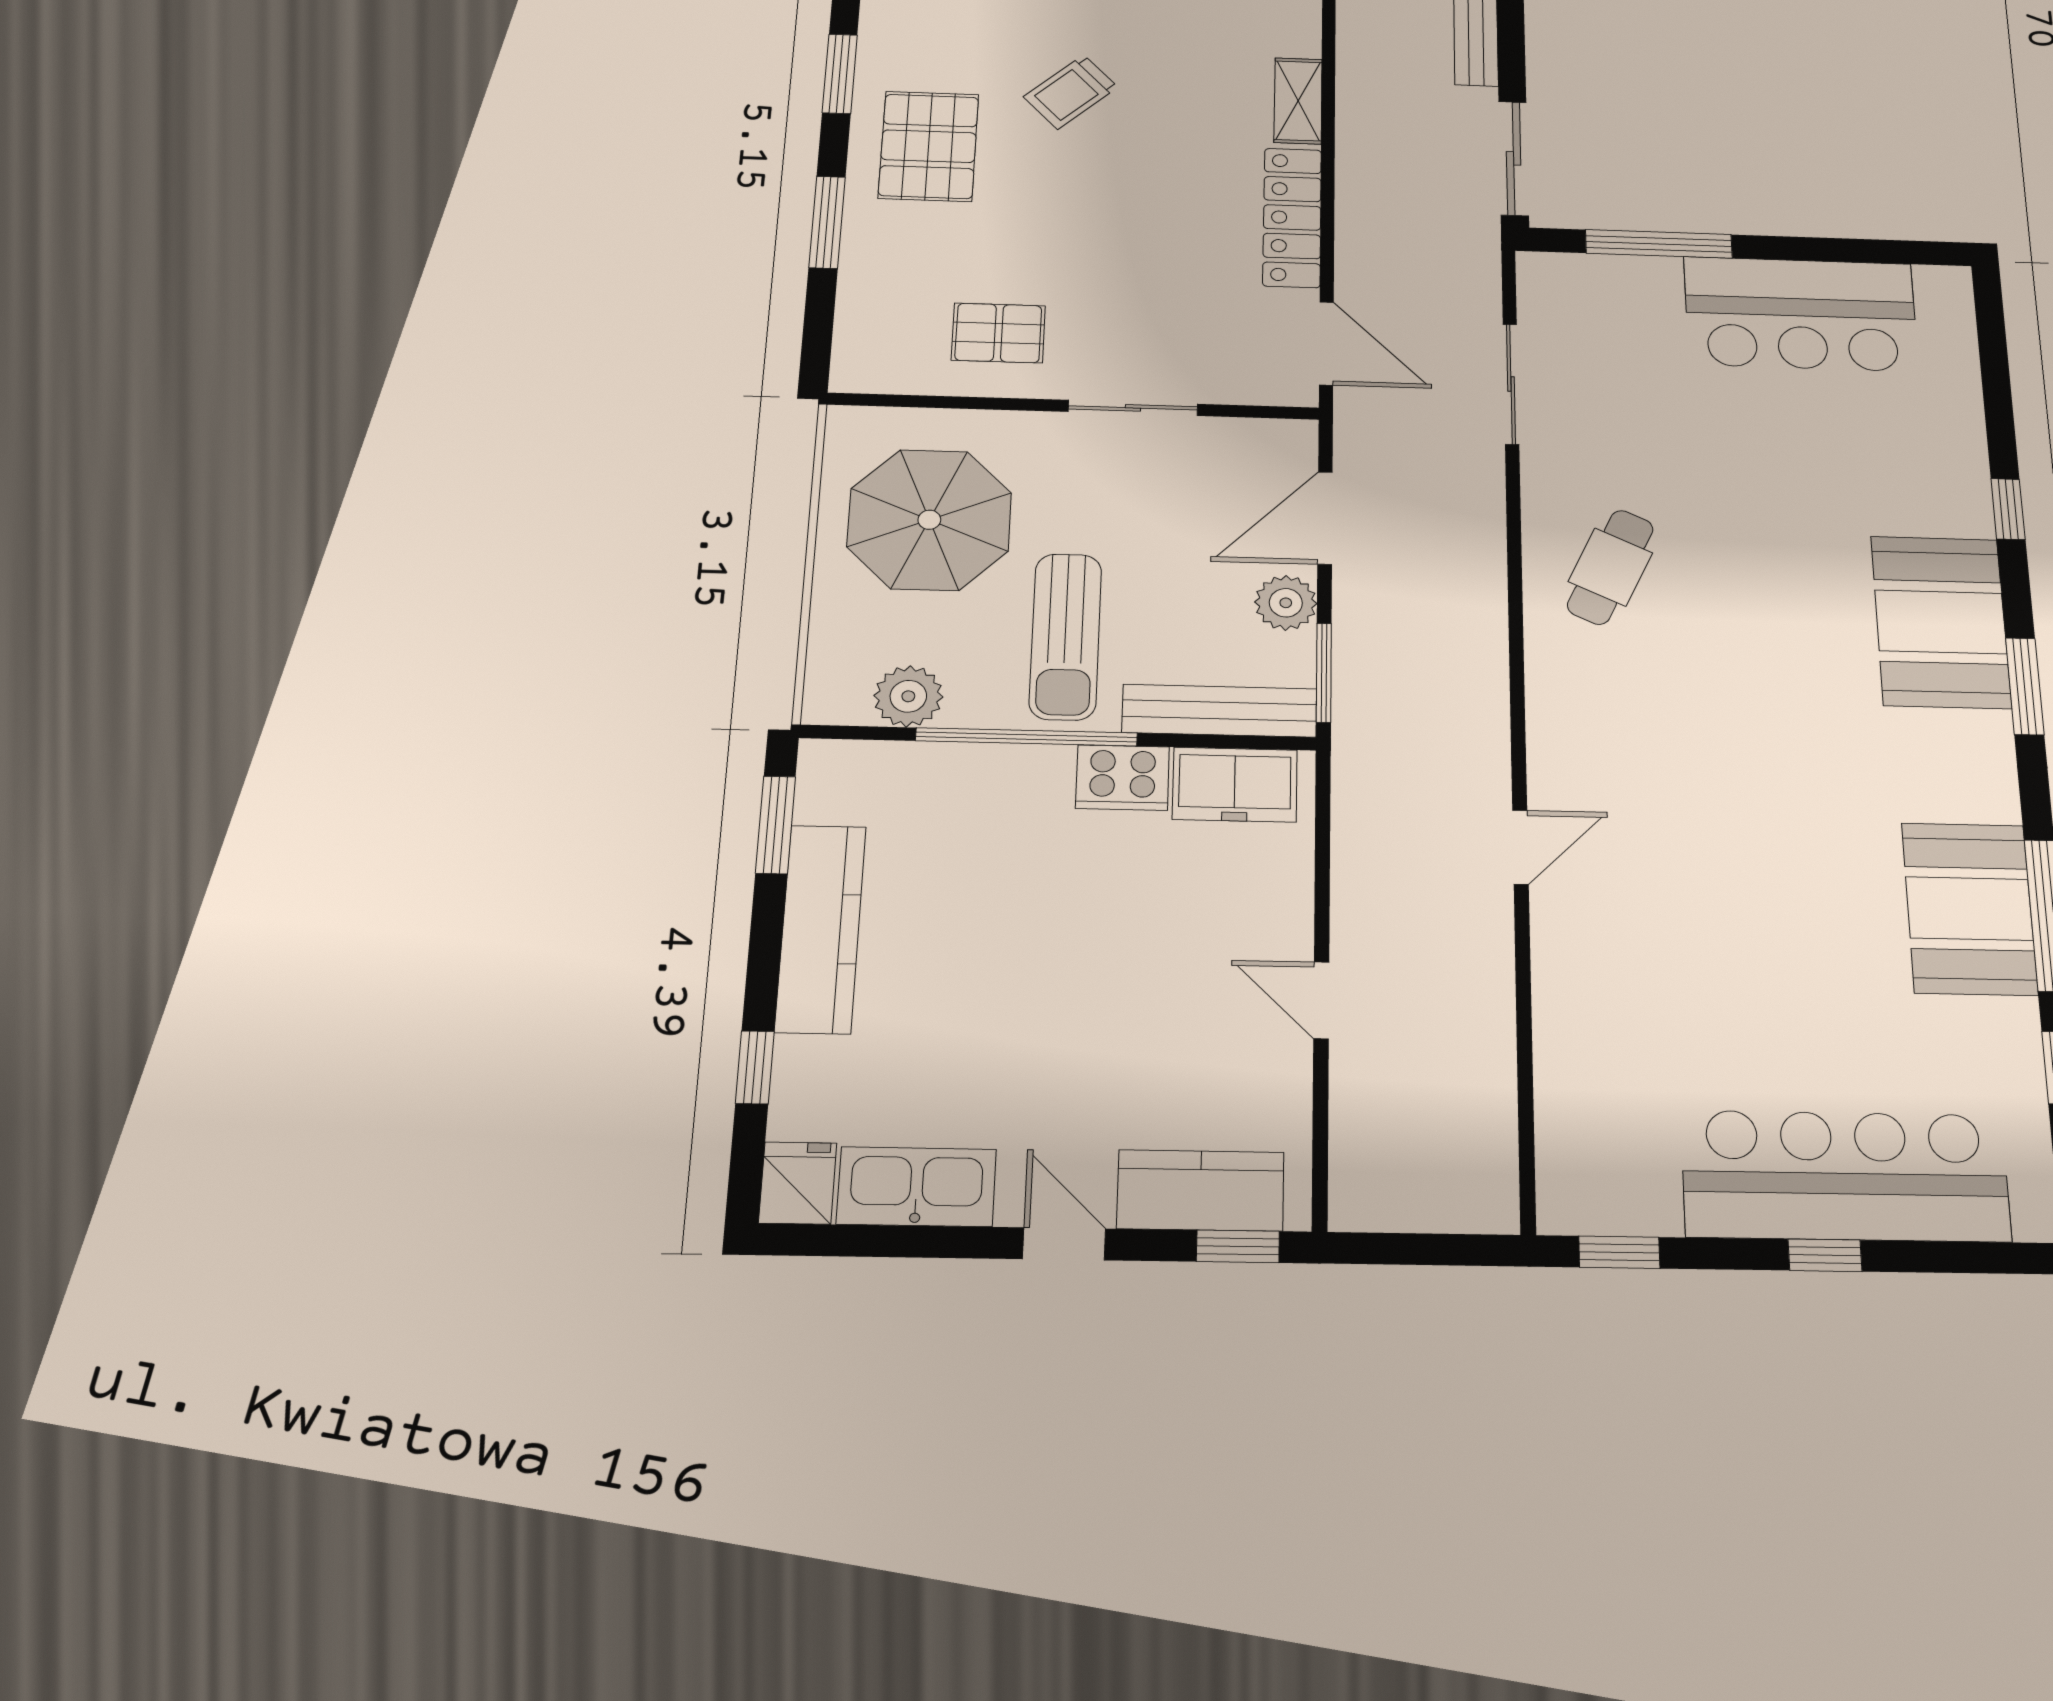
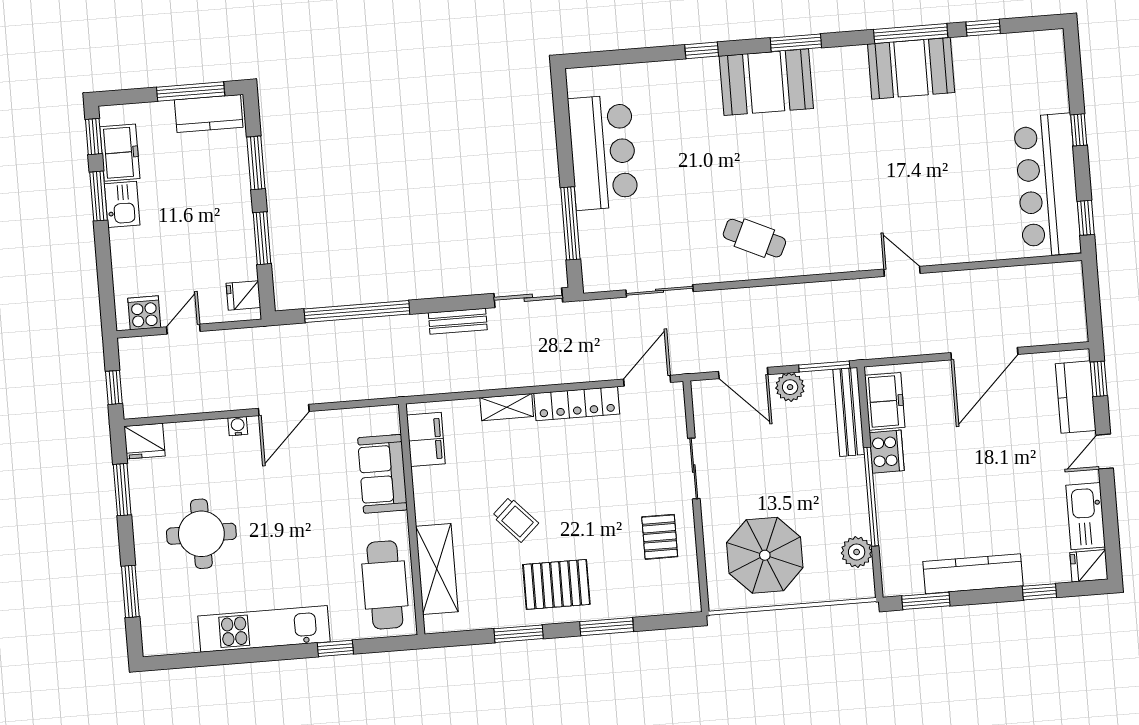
sun lounger: (1065, 636) -> (819, 486), removed
door: (1321, 1000) -> (984, 354), width x1.87
bar counter: (1845, 1176) -> (1047, 185), moved

